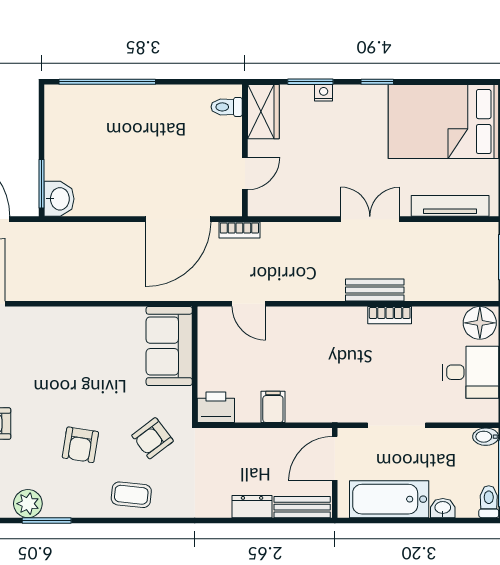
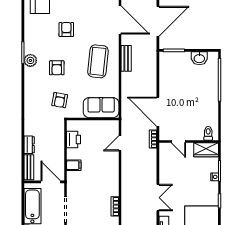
washbasin: (59, 199) -> (199, 58), moved
bench: (375, 290) -> (126, 58), moved
printer: (216, 407) -> (74, 140), moved
filing cabinet: (273, 407) -> (74, 165), moved
armchair: (153, 438) -> (60, 100), turned -133
armchair: (80, 445) -> (57, 68), turned -99
coffee table: (131, 495) -> (98, 61), moved, width x1.86, depth x1.72
plant: (28, 504) -> (30, 60), moved

